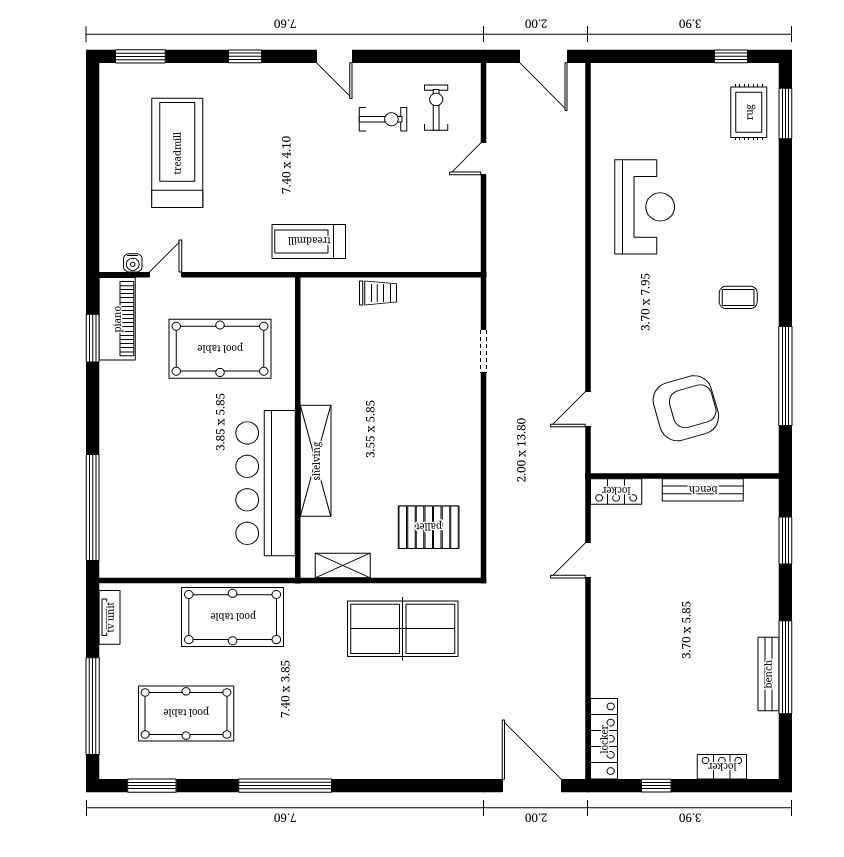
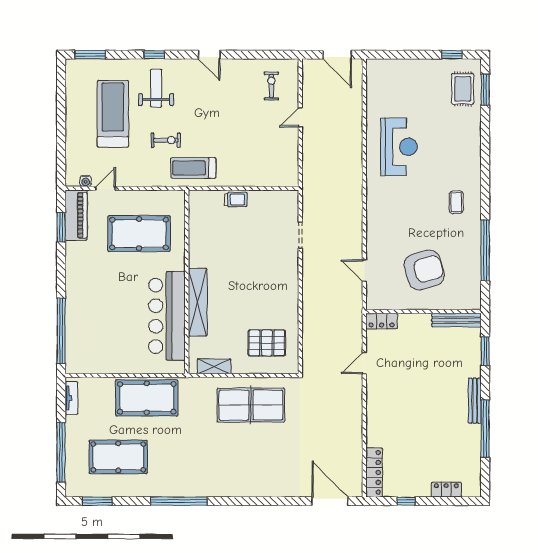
weight bench: (248, 111) -> (156, 88), added
exercise bike: (383, 119) -> (166, 140), moved
coffee table: (738, 297) -> (456, 202), turned 90
door: (588, 409) -> (364, 271), hinge flipped
bench: (703, 490) -> (456, 320), moved
bench: (768, 674) -> (475, 401), moved

